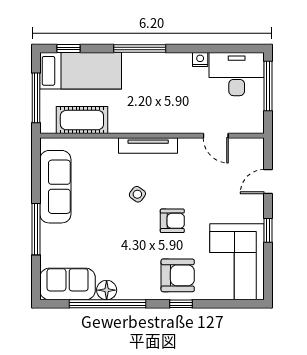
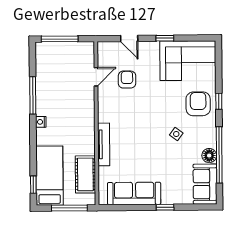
window: (140, 49) -> (33, 95), moved
nightstand: (200, 59) -> (41, 122), moved
desk: (237, 74) -> (51, 62), removed
tv unit: (148, 146) -> (104, 144), moved
side table: (137, 194) -> (176, 134), moved
armchair: (172, 221) -> (127, 80), moved
window: (36, 229) -> (165, 207), width x0.46

